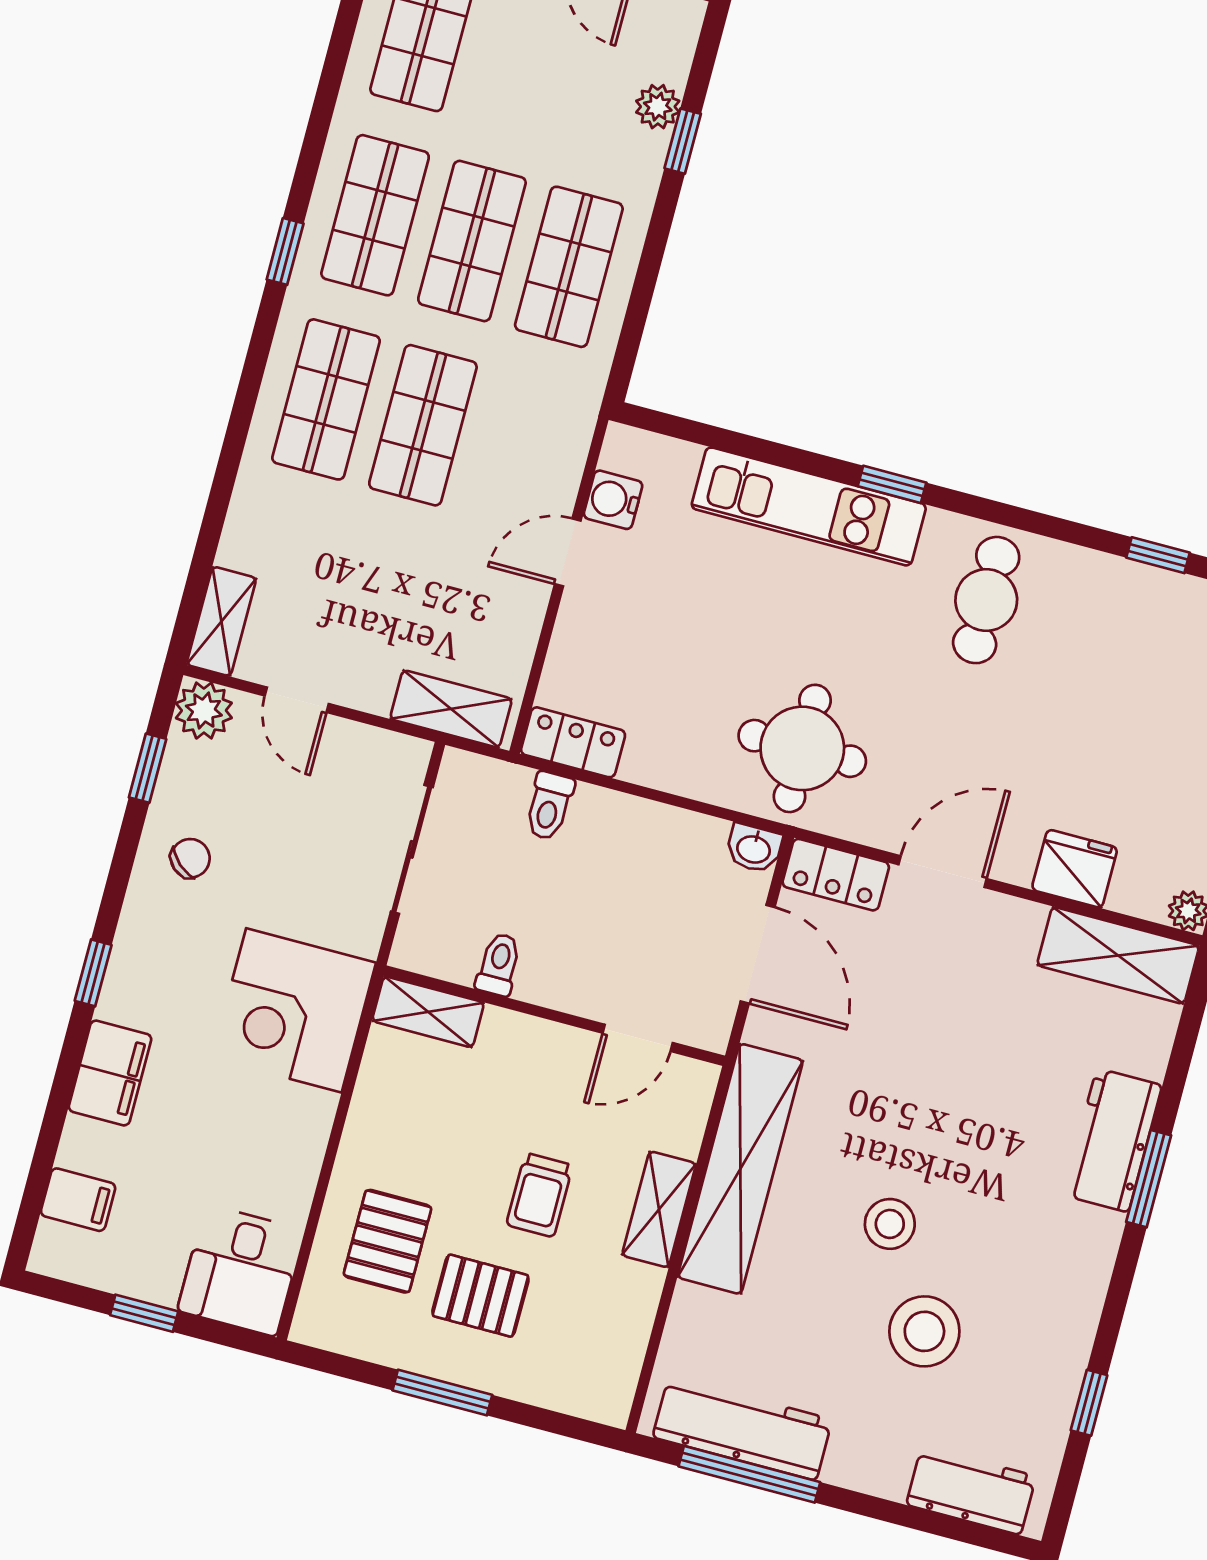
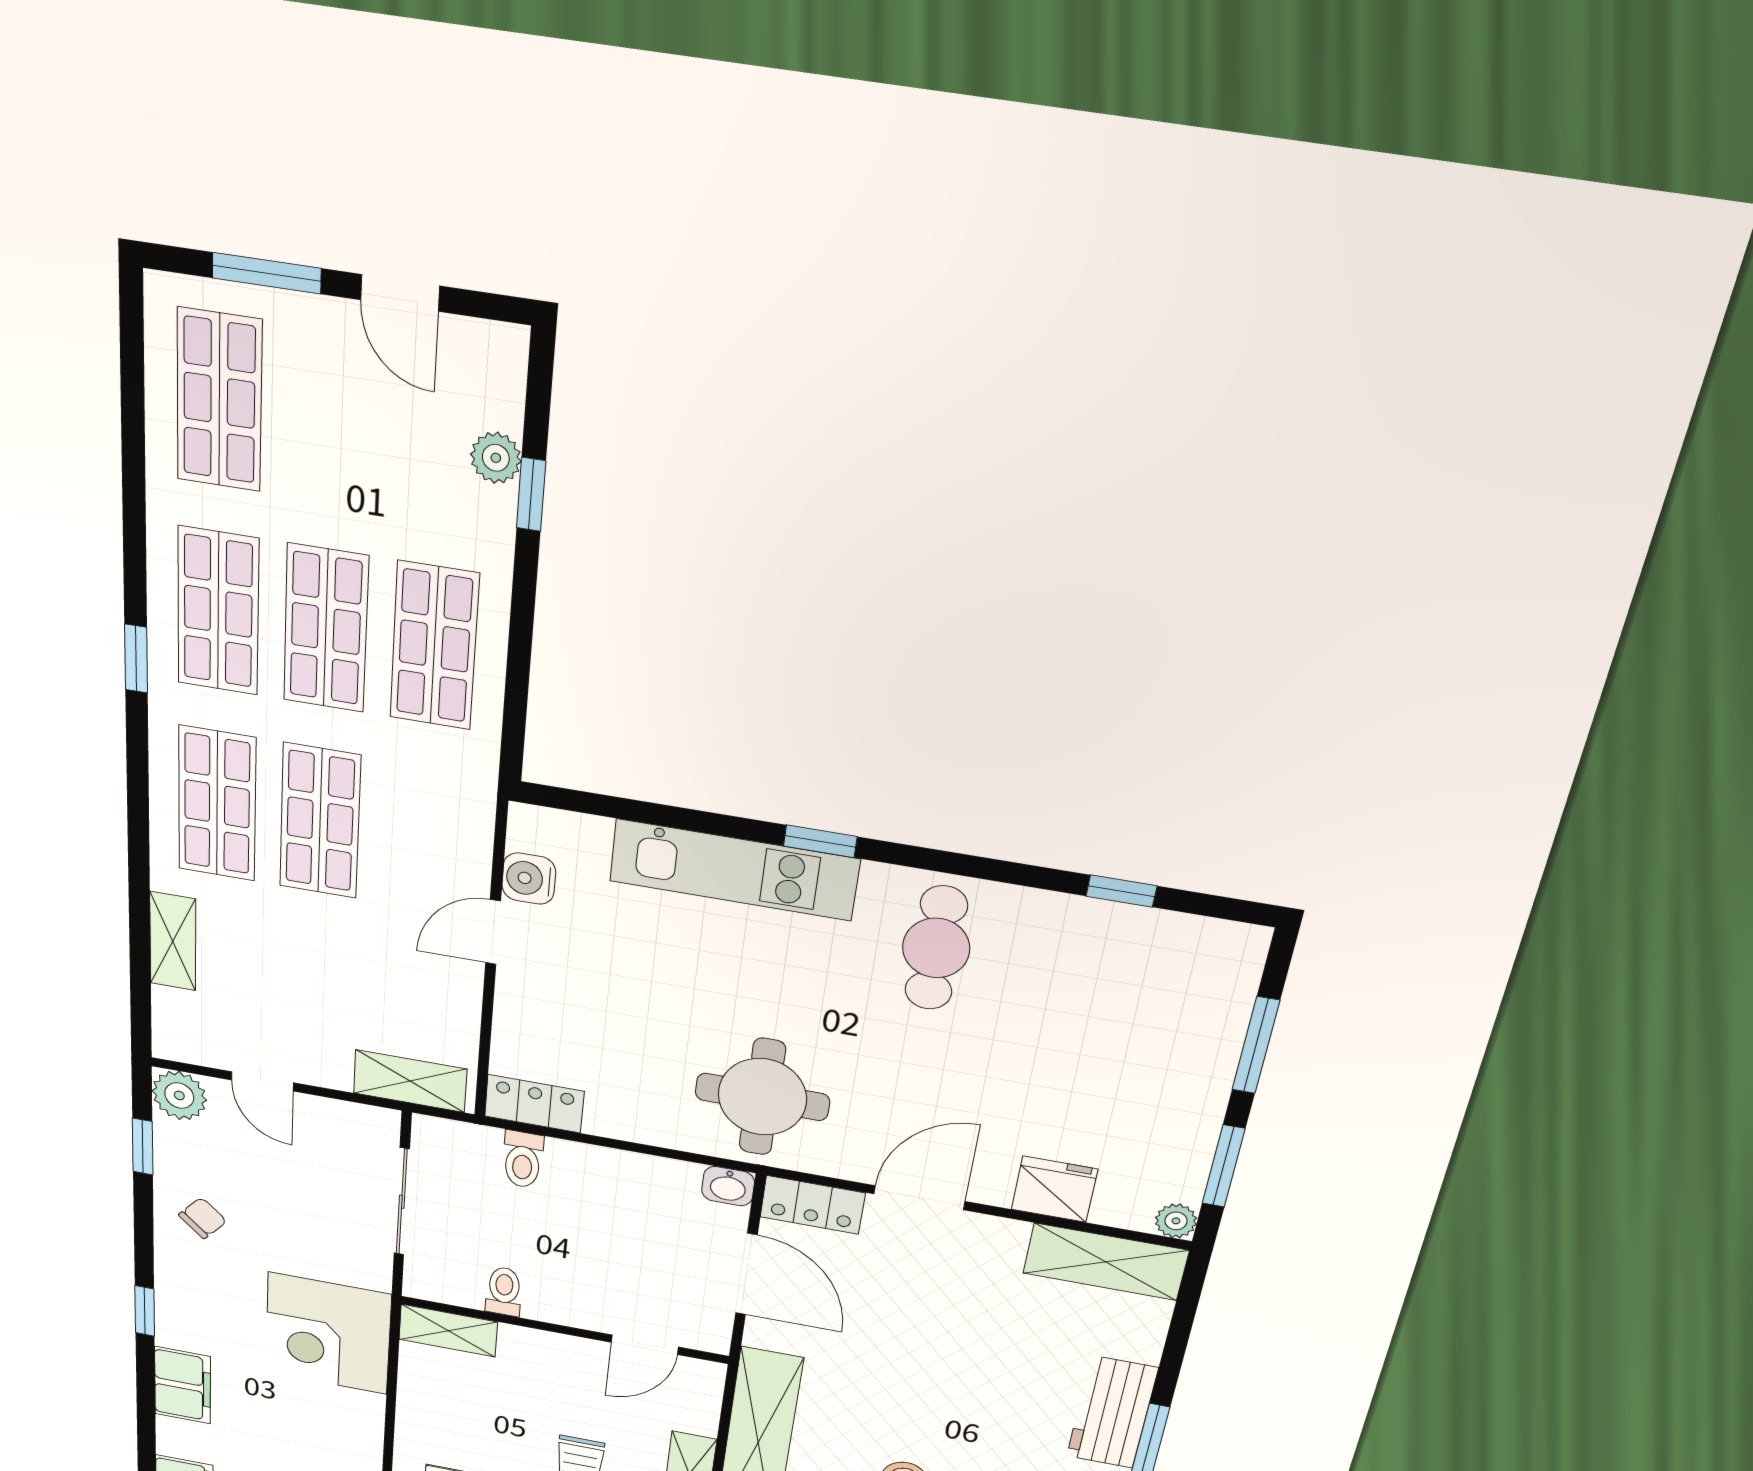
shelving: (221, 621) -> (173, 941), moved

